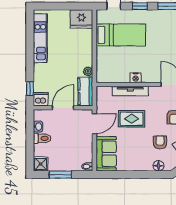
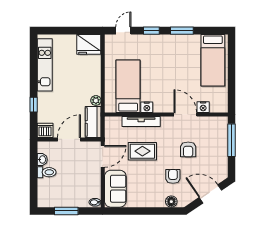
bed: (121, 35) -> (128, 86), moved, turned -90
window: (30, 89) -> (34, 105), moved
shower: (41, 164) -> (45, 200), removed

